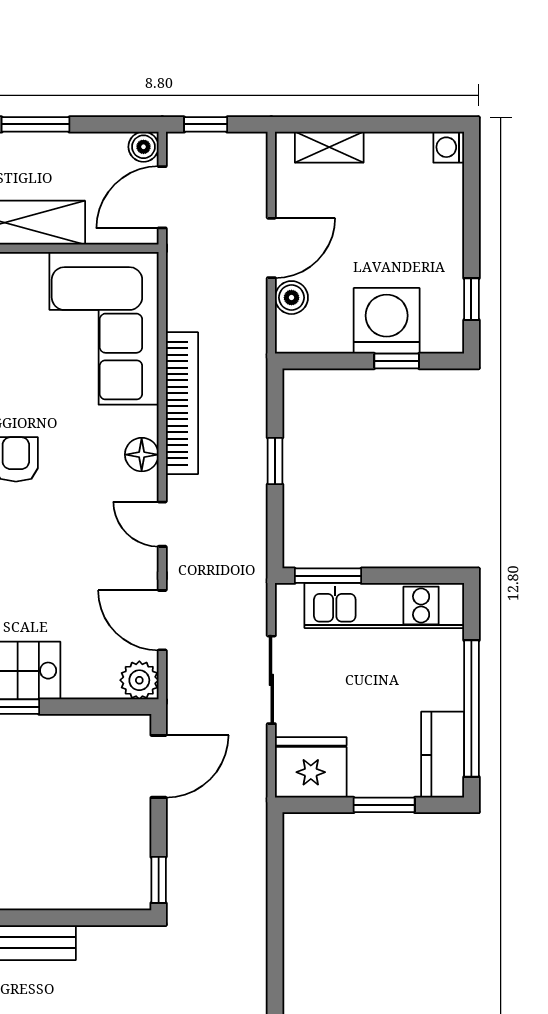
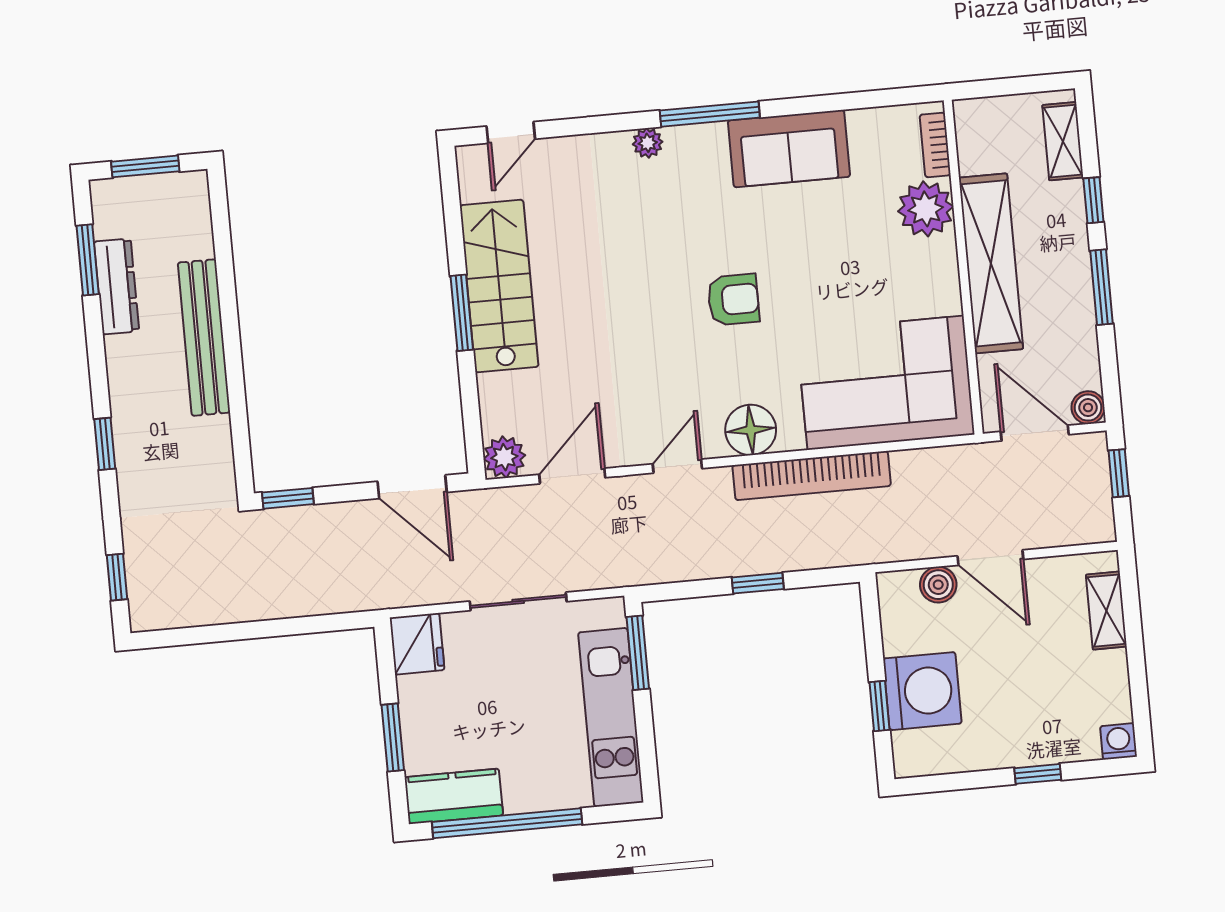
window: (471, 299) -> (1038, 774), moved
floor lamp: (142, 455) -> (751, 430), width x1.38, depth x1.38
fridge: (311, 767) -> (417, 644), width x0.73, depth x0.75

